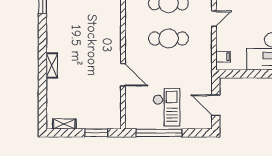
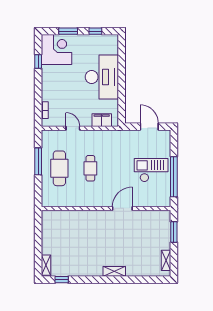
cafe table: (168, 38) -> (90, 168), width x0.73, depth x0.74
filing cabinet: (223, 57) -> (102, 120), width x2.00
door: (216, 105) -> (149, 127), swing flipped

